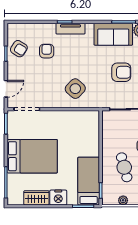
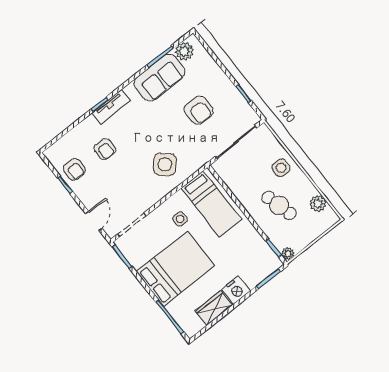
armchair: (19, 49) -> (74, 169), turned 58
armchair: (47, 51) -> (105, 149), turned 180
armchair: (121, 72) -> (199, 110), turned 90
side table: (58, 128) -> (180, 219), added
bed: (89, 181) -> (212, 204), moved, turned 180
plant: (123, 200) -> (288, 254), moved

